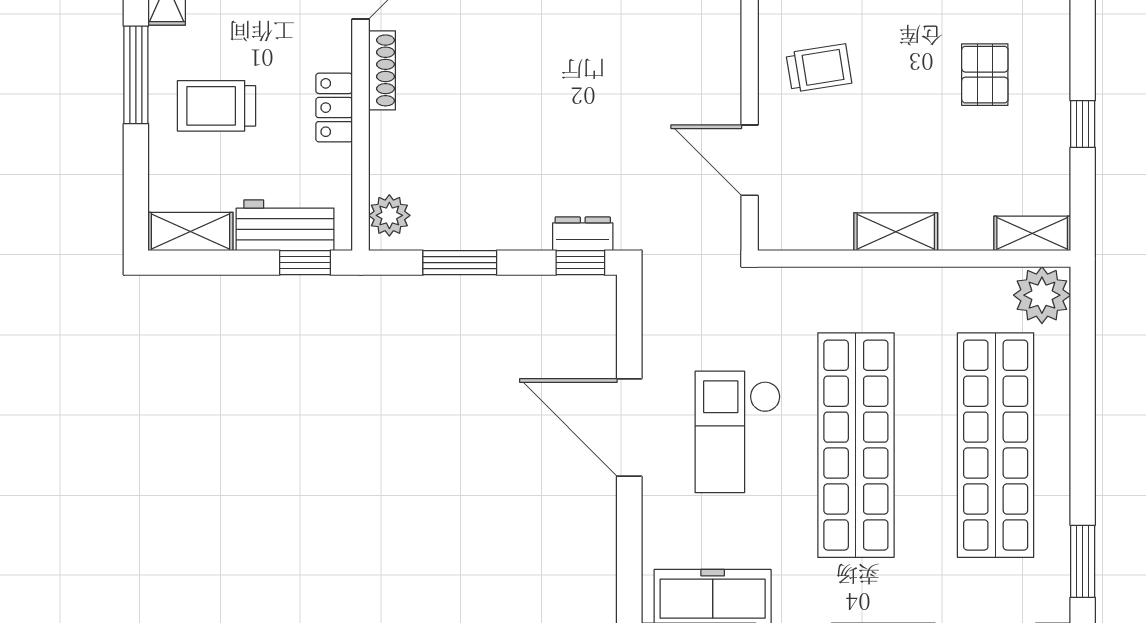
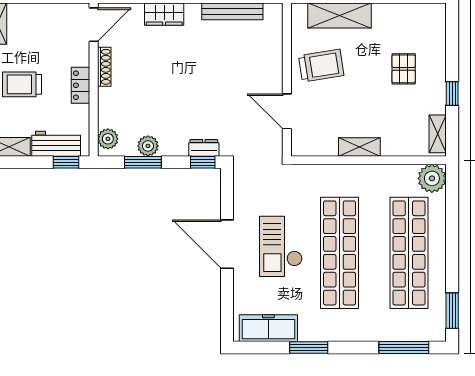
trolley: (819, 68) -> (321, 66), width x1.36, depth x1.39
plant: (470, 230) -> (148, 146), added
shelving: (1032, 233) -> (438, 134), moved, turned 90

